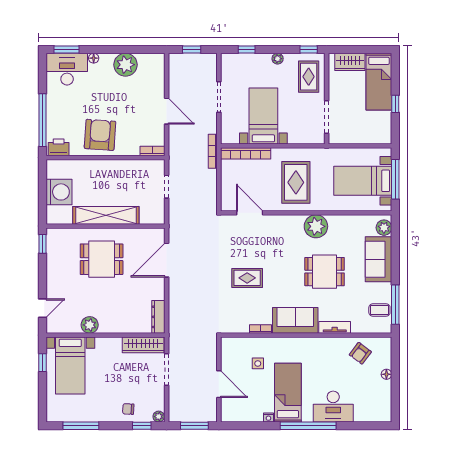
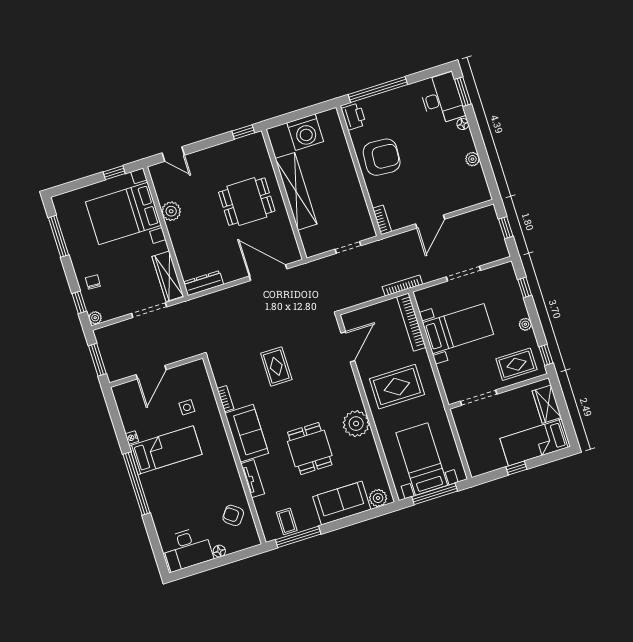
plant: (126, 65) -> (472, 159), width x0.53, depth x0.53
dining table: (102, 259) -> (247, 202), turned 90
bed with nightstands: (70, 366) -> (123, 214), width x1.36
desk: (333, 407) -> (187, 549), moved, turned -90

